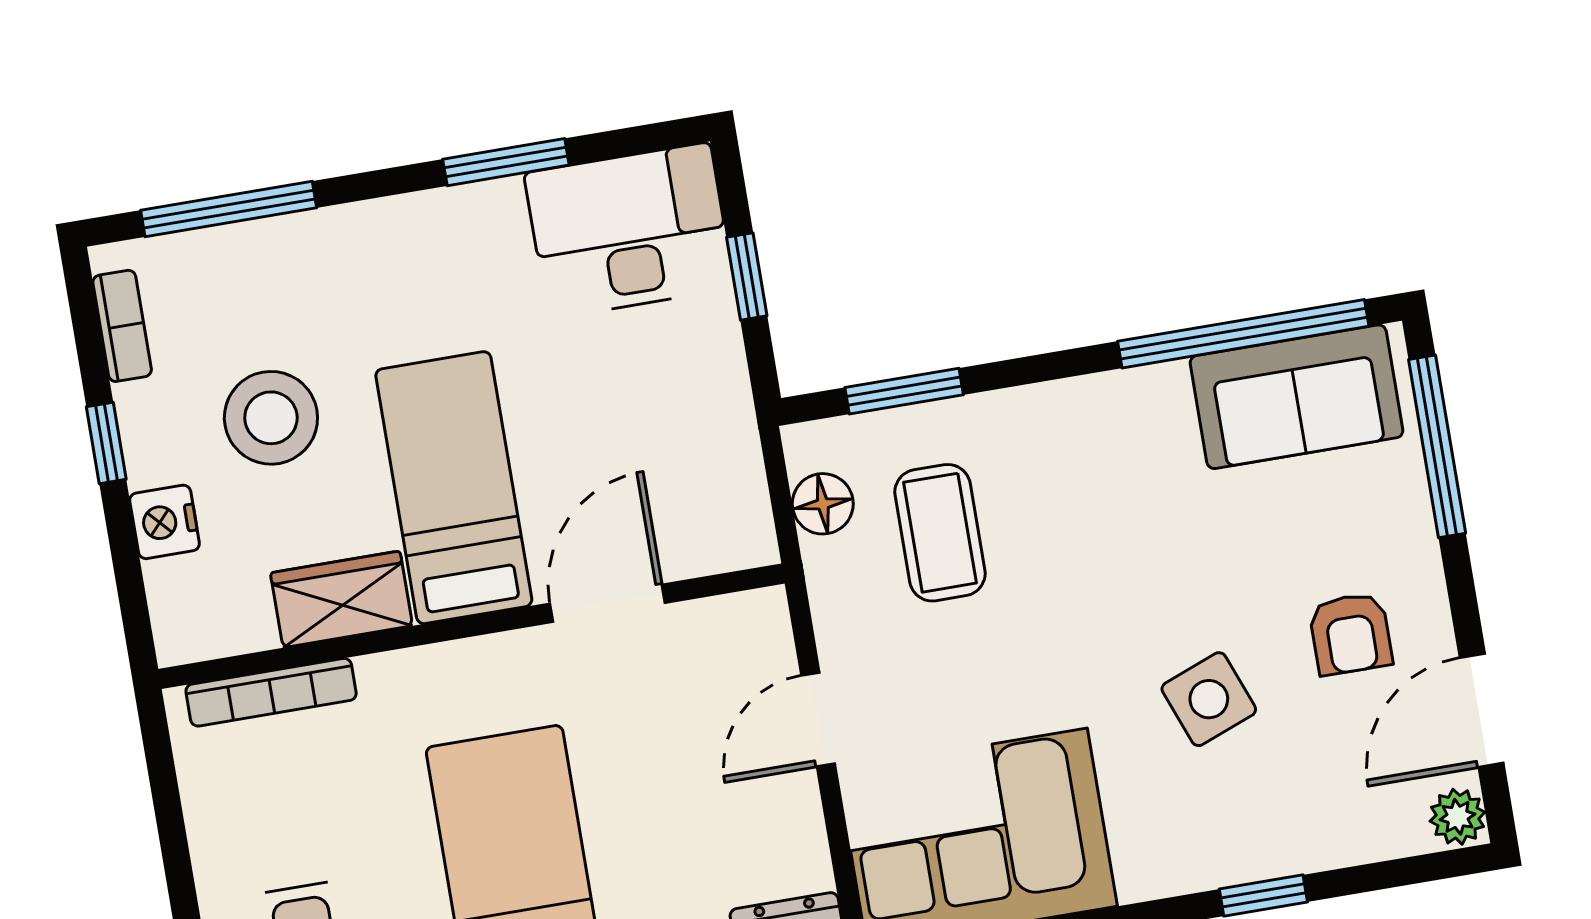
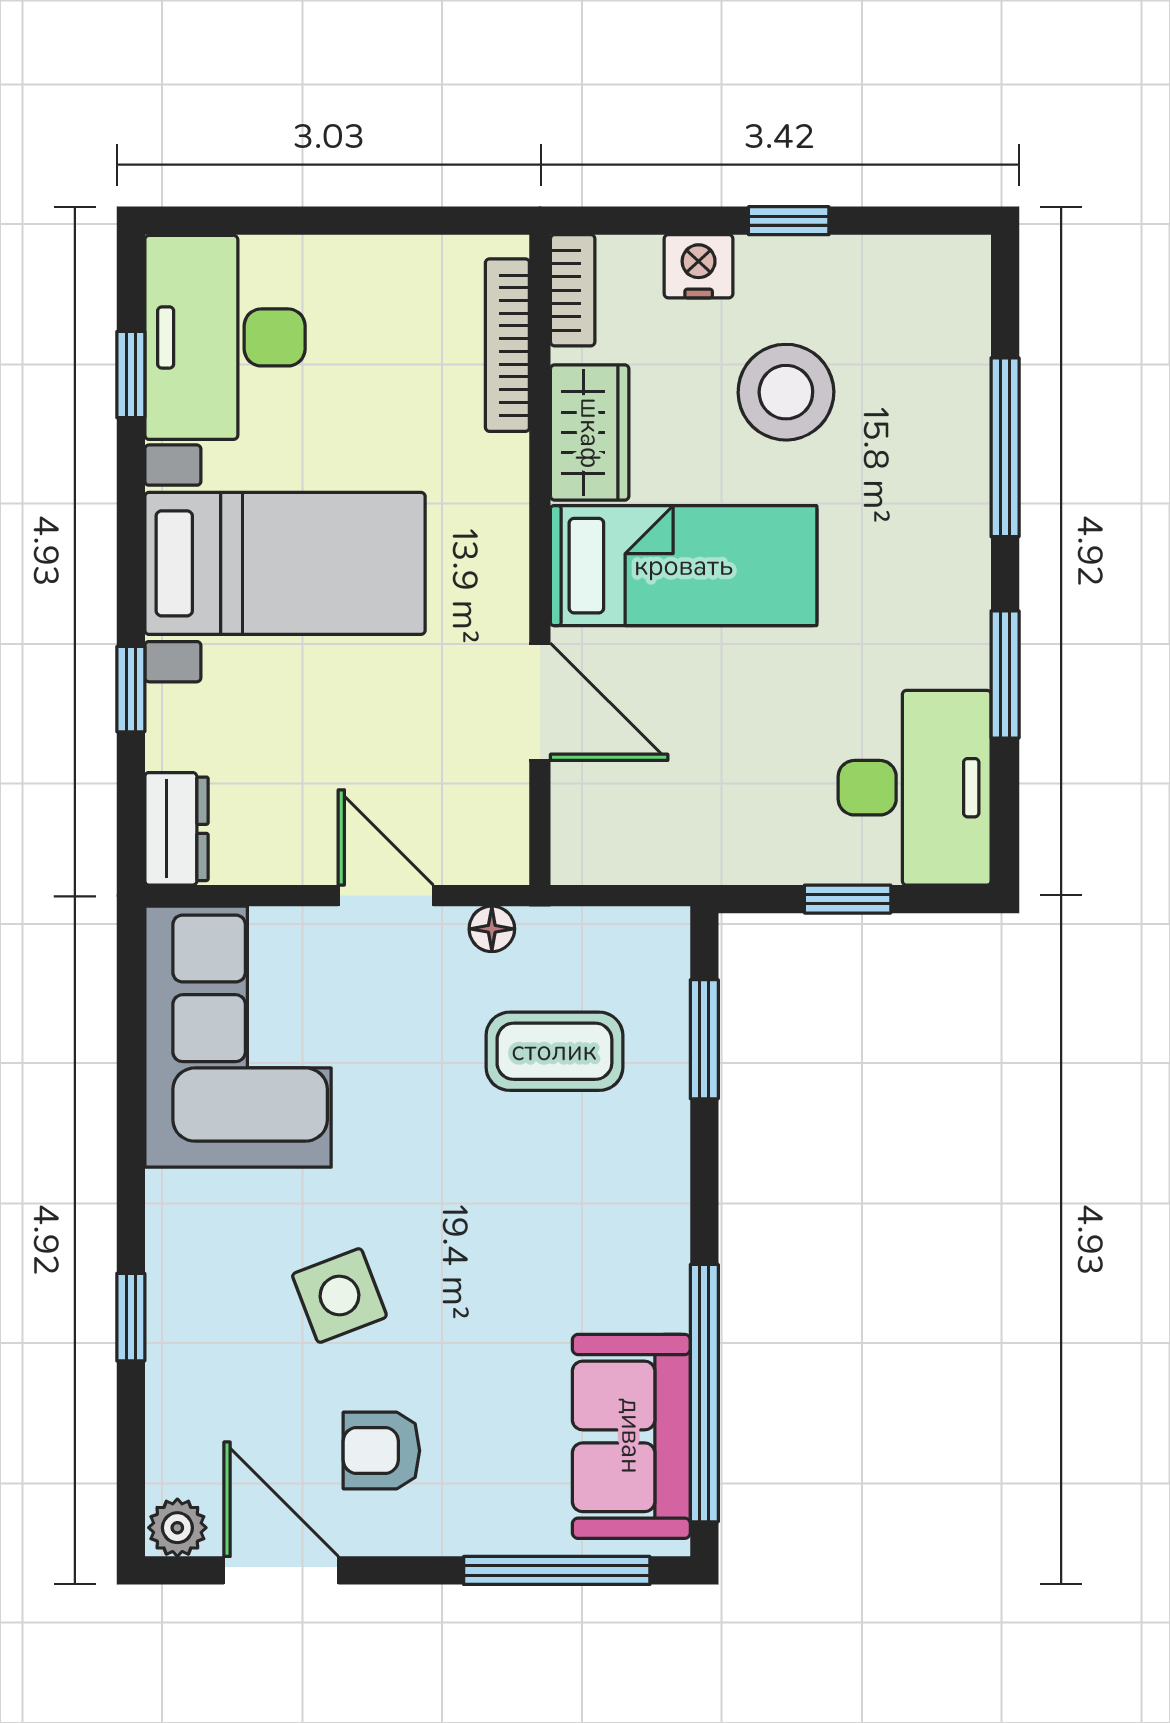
window: (229, 209) -> (1005, 447), moved
bookcase: (122, 326) -> (573, 290), moved, turned -90
floor lamp: (823, 504) -> (492, 929), moved, width x0.73, depth x0.73

